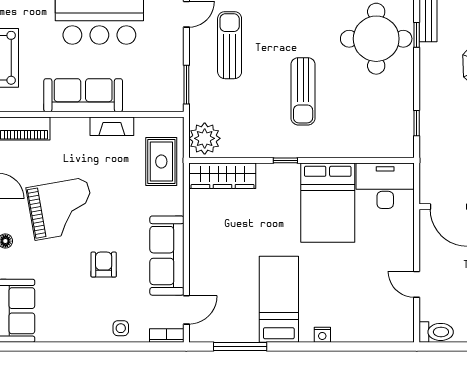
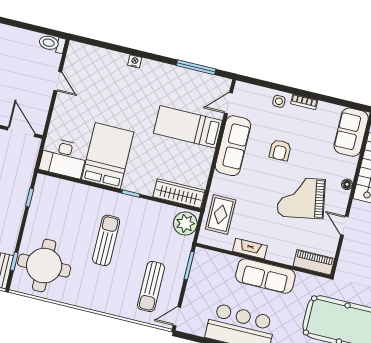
bed: (279, 299) -> (188, 127), moved, turned 90
bookcase: (167, 335) -> (304, 102), moved

